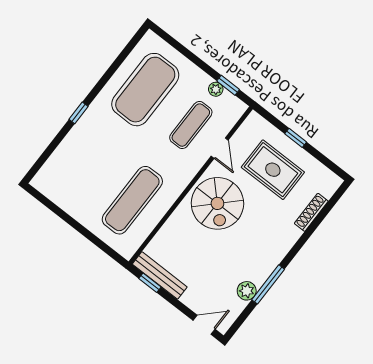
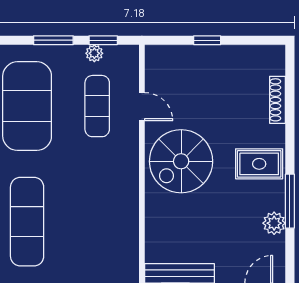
window: (196, 60) -> (53, 40), added
rug: (273, 170) -> (259, 164), moved, width x0.73, depth x0.70
exercise mat: (132, 200) -> (27, 222), moved
spiral stairs: (217, 203) -> (181, 161), turned 90

